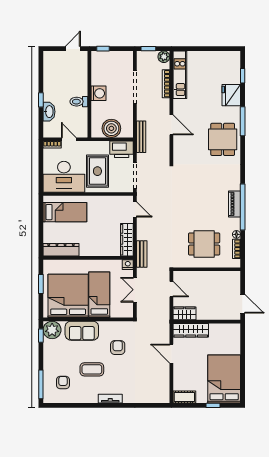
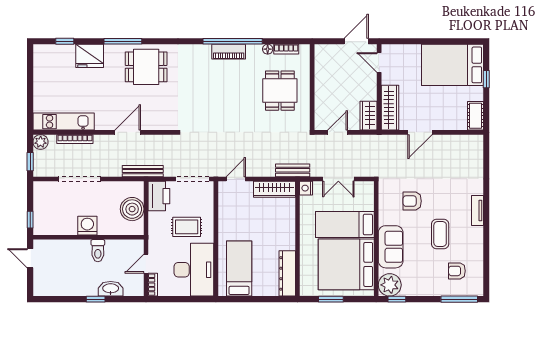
rug: (97, 171) -> (187, 227), width x0.73, depth x0.70
door: (226, 322) -> (379, 62), added

